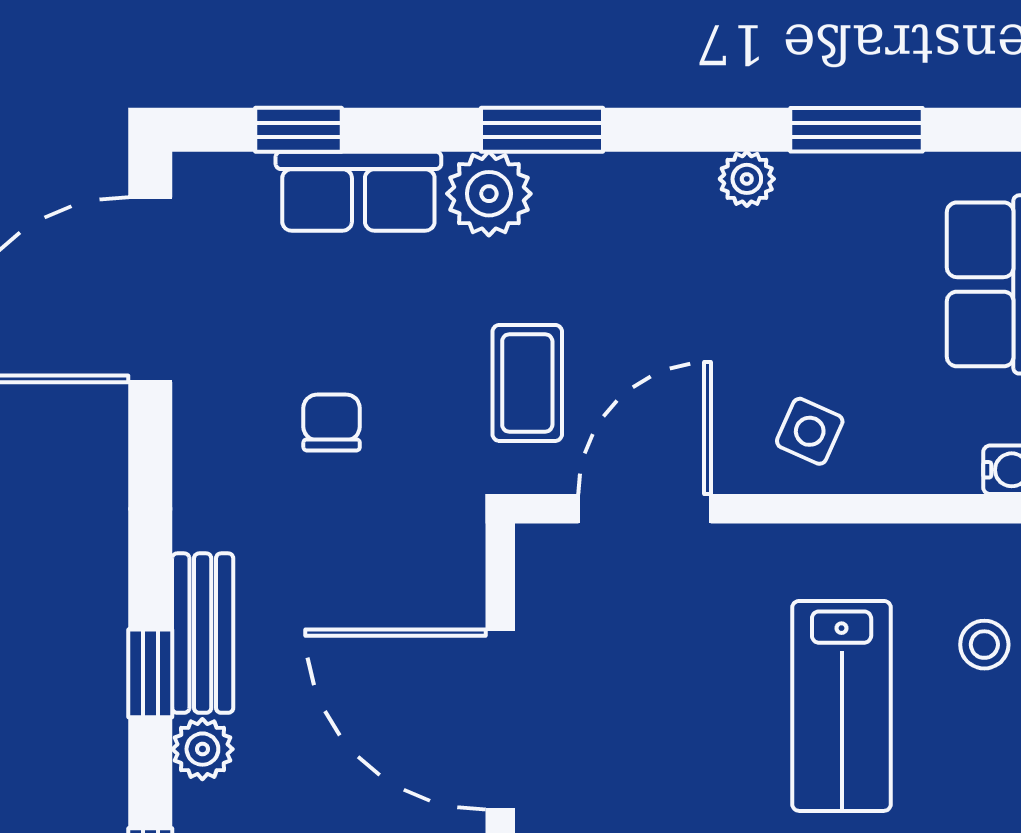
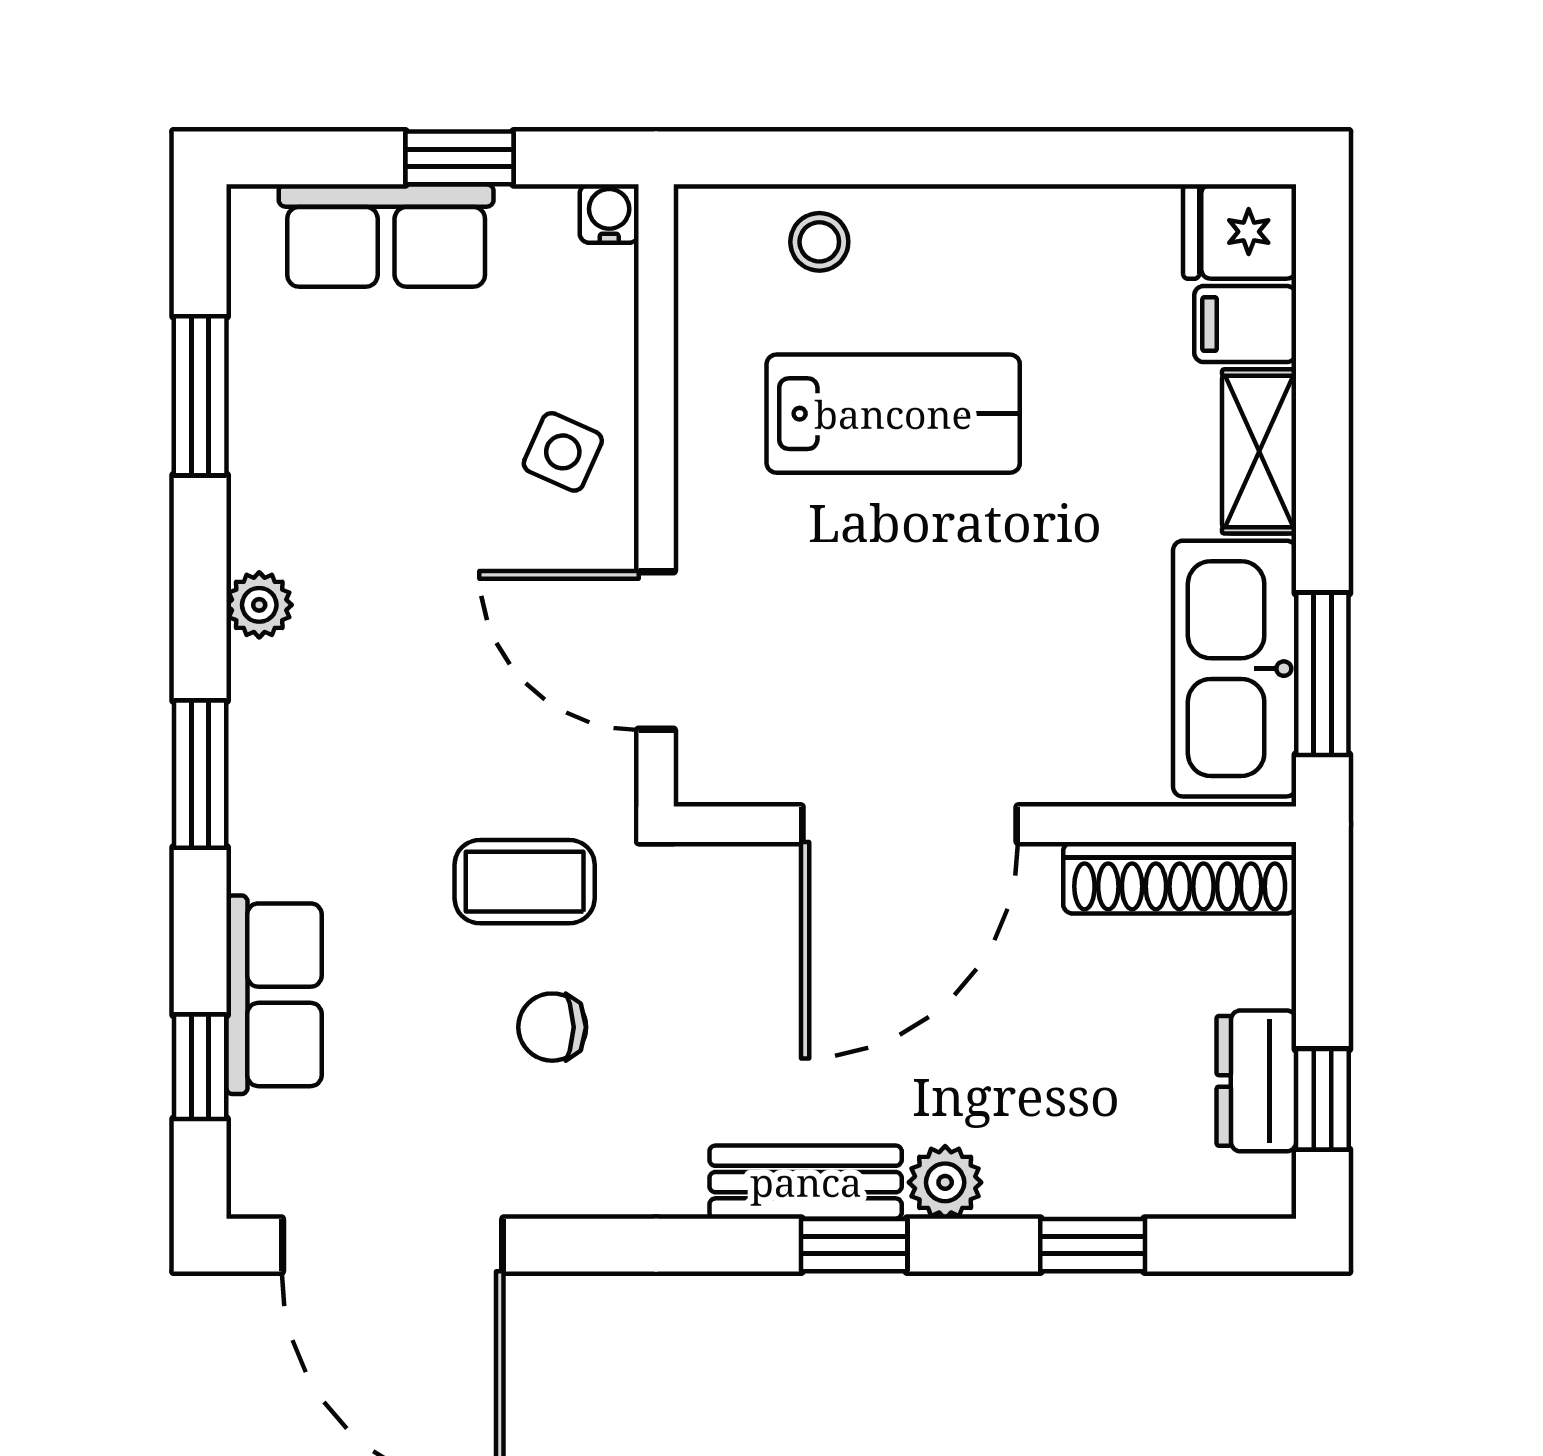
plant: (747, 179) -> (259, 605), moved
plant: (489, 194) -> (277, 838), removed
coffee table: (527, 383) -> (525, 882), moved

